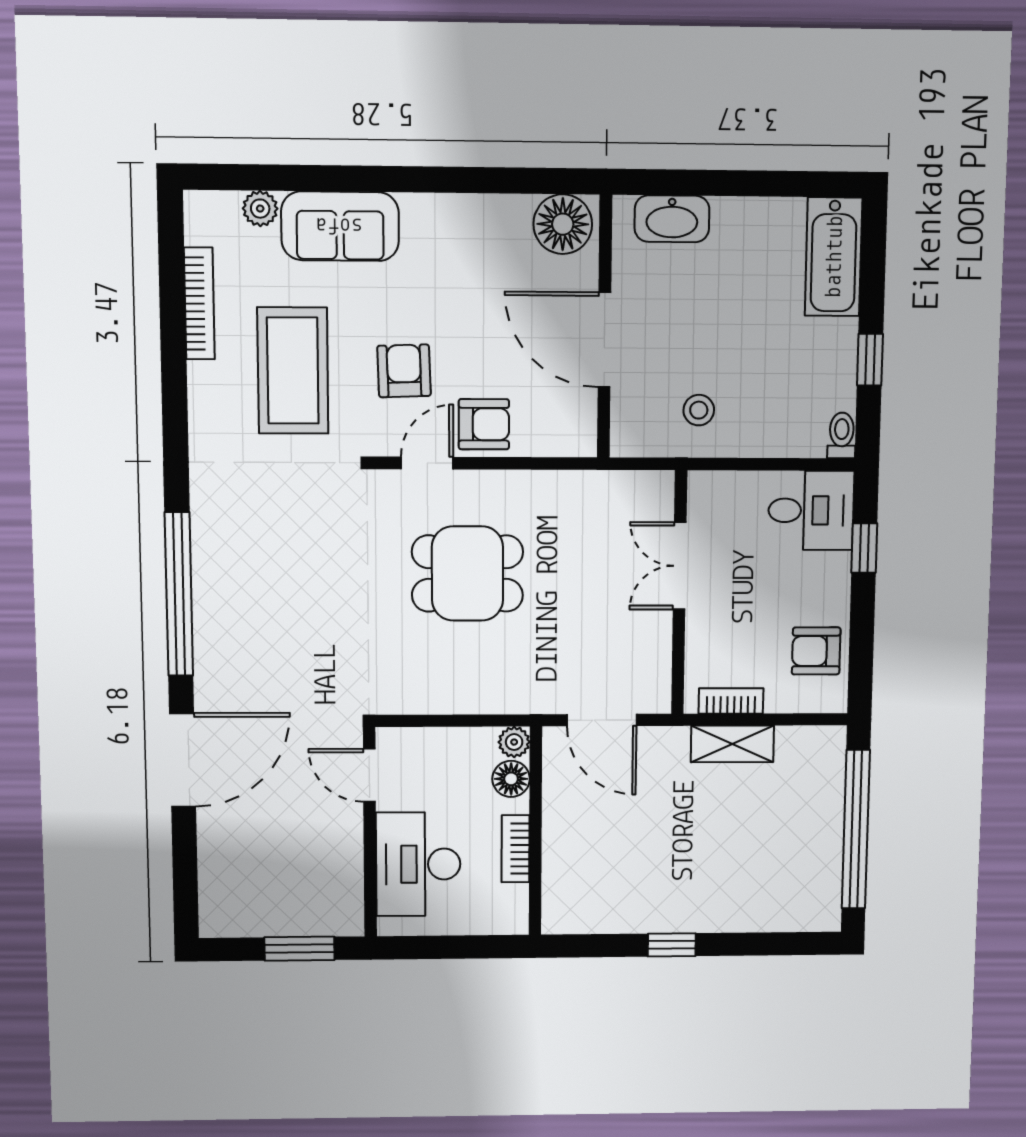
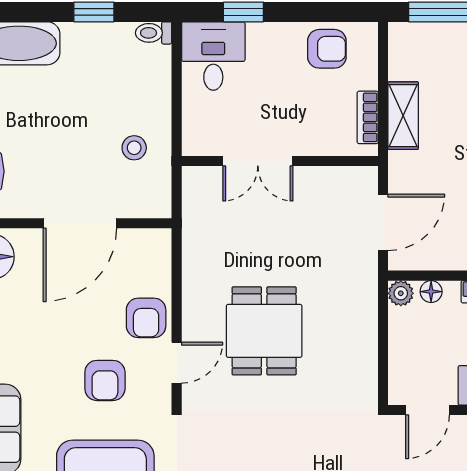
armchair: (404, 371) -> (105, 380), turned -88
armchair: (484, 424) -> (146, 318), turned 180
door: (427, 463) -> (177, 363), swing flipped
armchair: (816, 651) -> (327, 49), turned -90
floor lamp: (511, 779) -> (431, 292), width x0.73, depth x0.73

